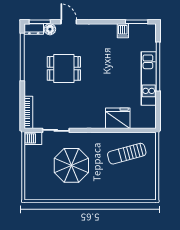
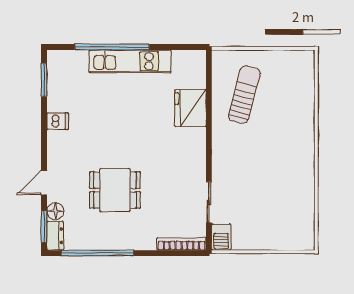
dishwasher: (123, 31) -> (58, 121), moved
dining table: (64, 68) -> (115, 190), turned 90
sun lounger: (127, 154) -> (244, 95), turned -150
parasol: (71, 165) -> (262, 179), removed

